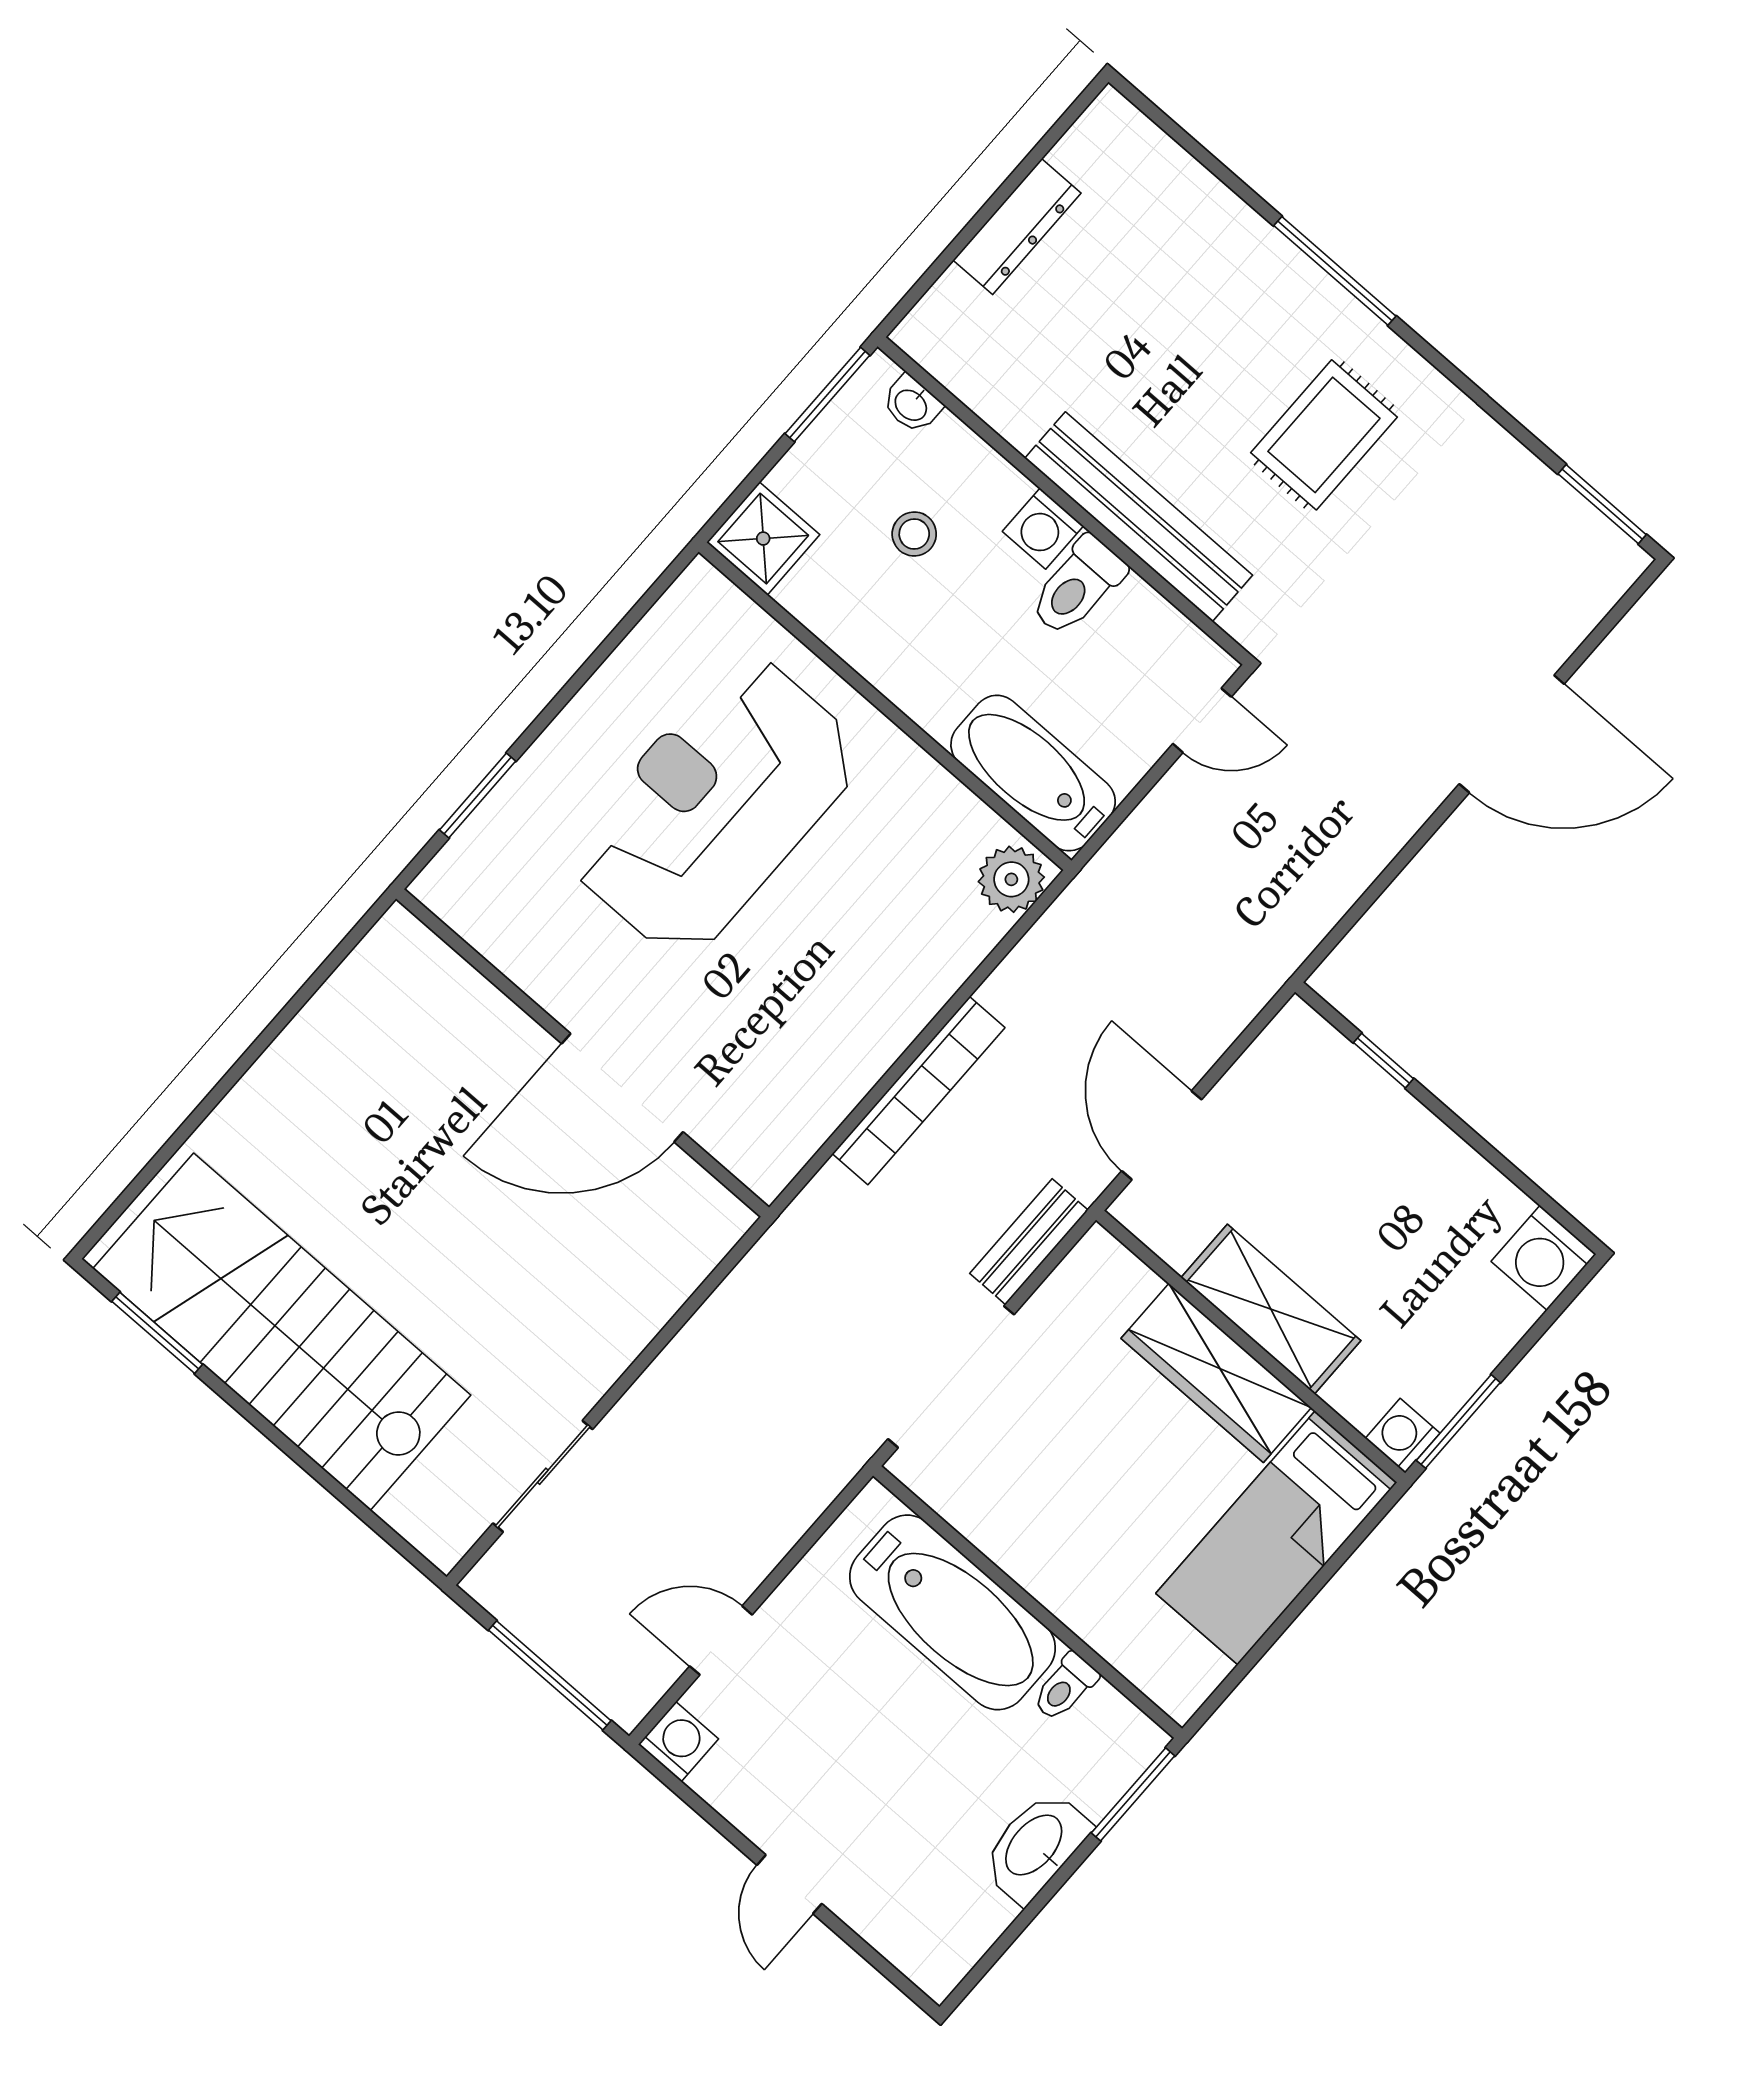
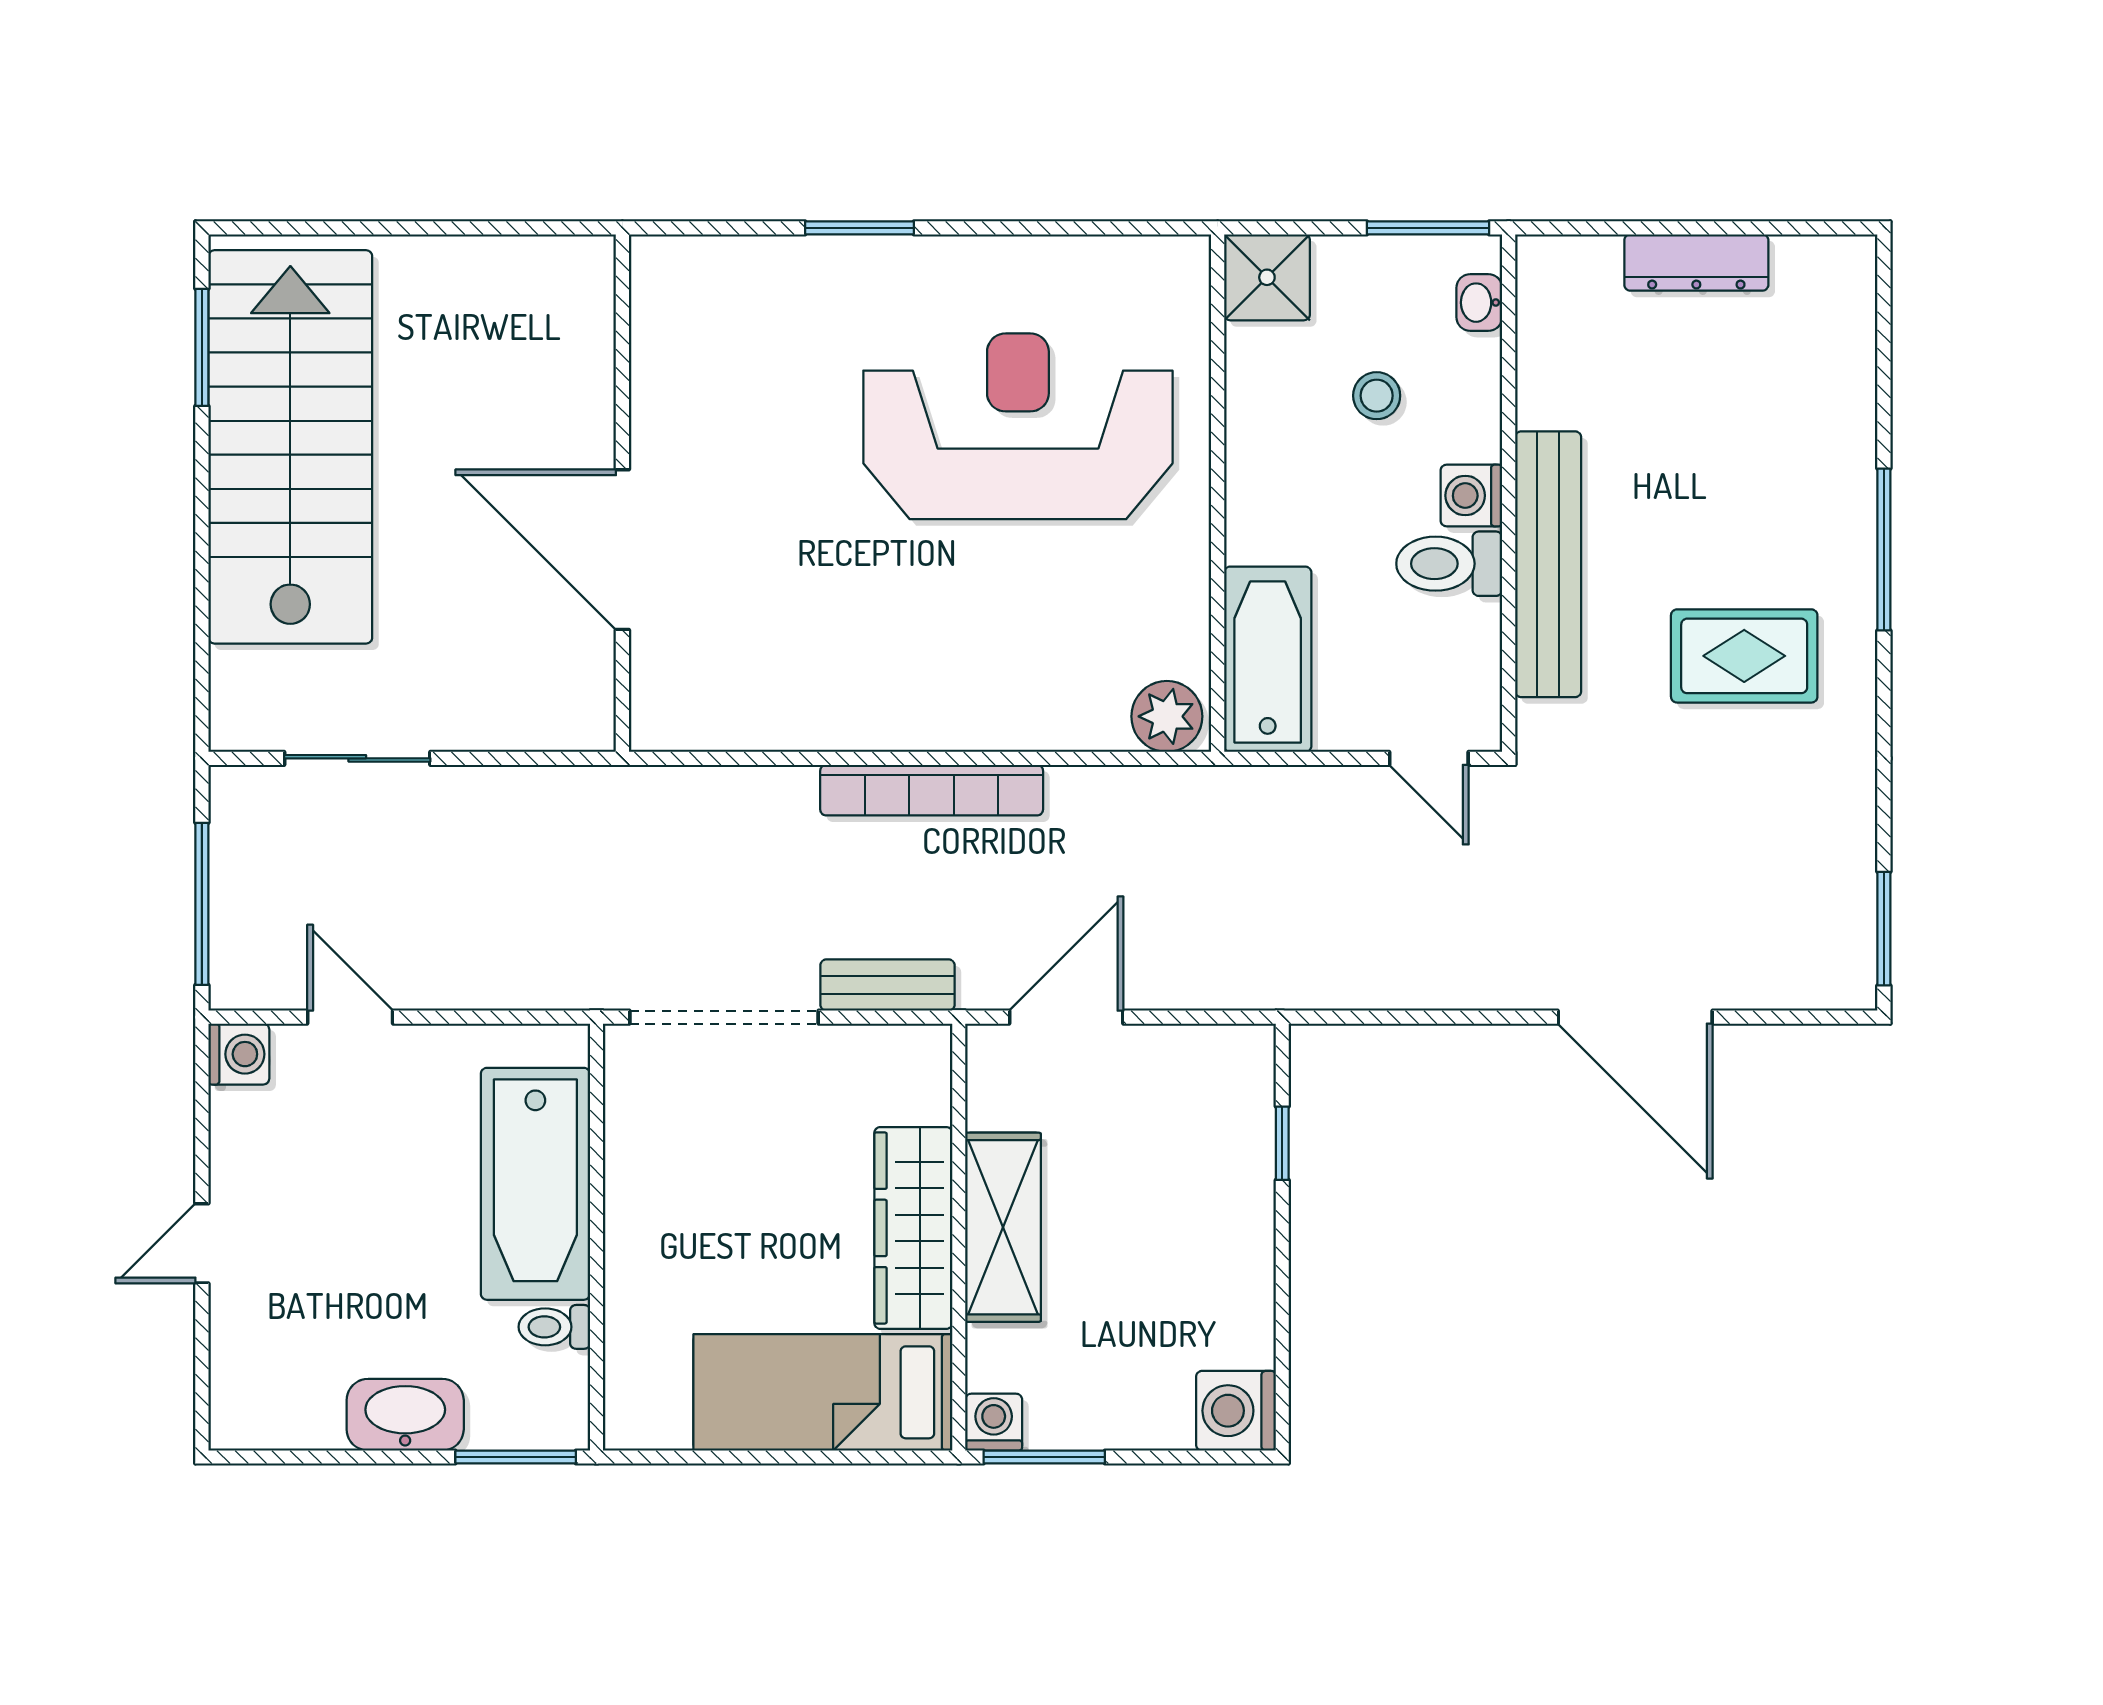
wall: (582, 1053) -> (622, 493), moved
door: (622, 1088) -> (622, 550), moved

